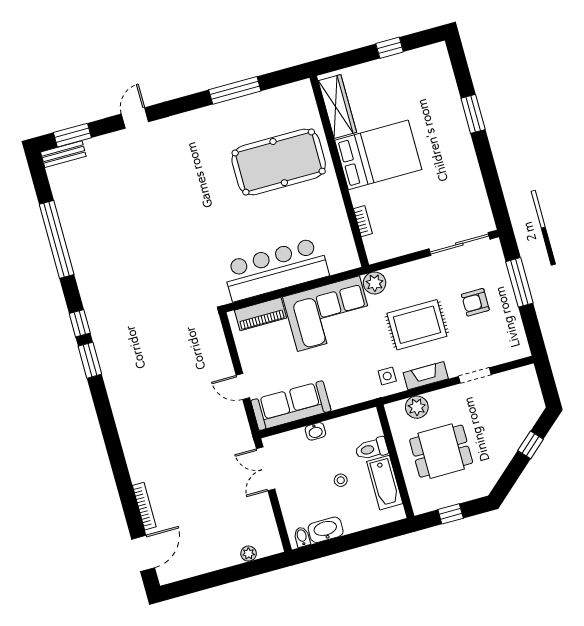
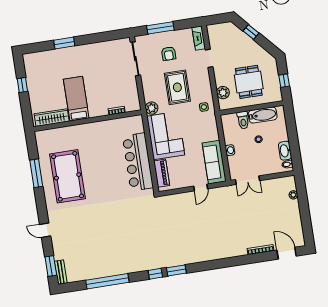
bed: (378, 155) -> (76, 99), width x0.67
pool table: (279, 162) -> (68, 176), moved
fireplace: (426, 376) -> (199, 38), moved

